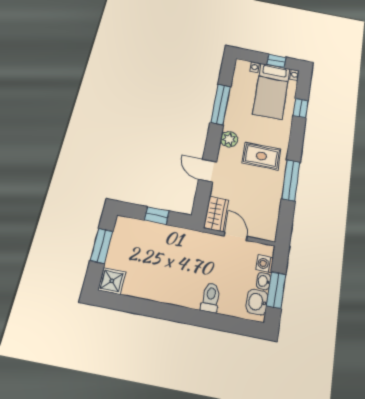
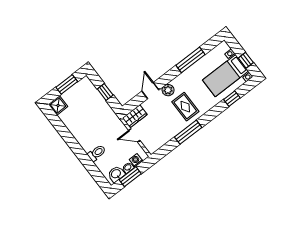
plant: (229, 139) -> (168, 90), moved
door: (236, 236) -> (134, 135), swing flipped

